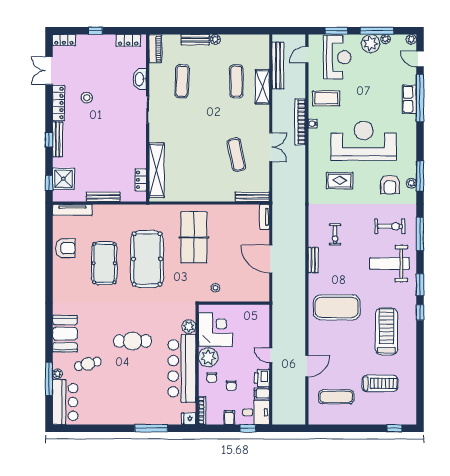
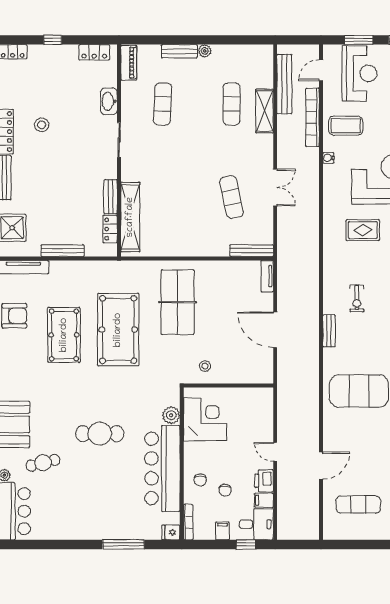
bookcase: (300, 122) -> (313, 117), moved
bench: (141, 154) -> (111, 197), added
plant: (208, 357) -> (196, 454), removed

